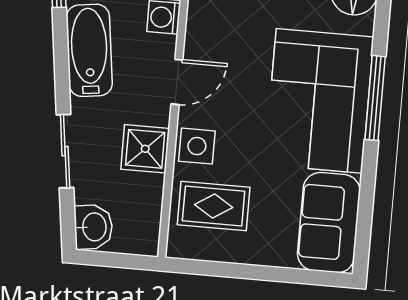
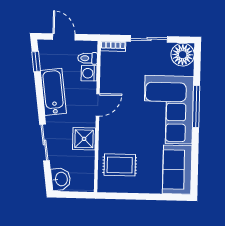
side table: (197, 146) -> (110, 136), removed

